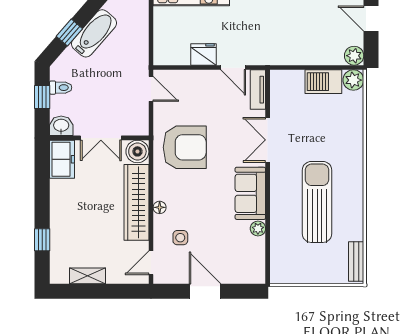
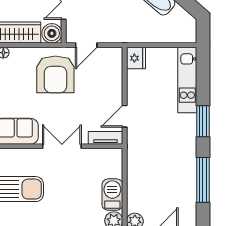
fridge: (203, 54) -> (136, 58), moved
door: (151, 89) -> (86, 45), moved

